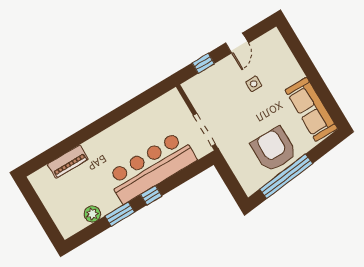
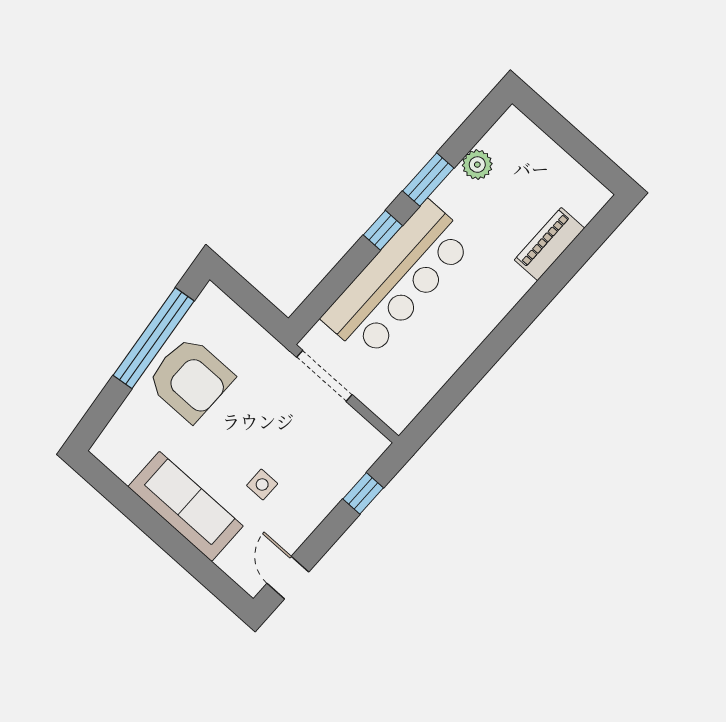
door: (237, 43) -> (288, 578), moved
sofa: (311, 109) -> (185, 506), moved

